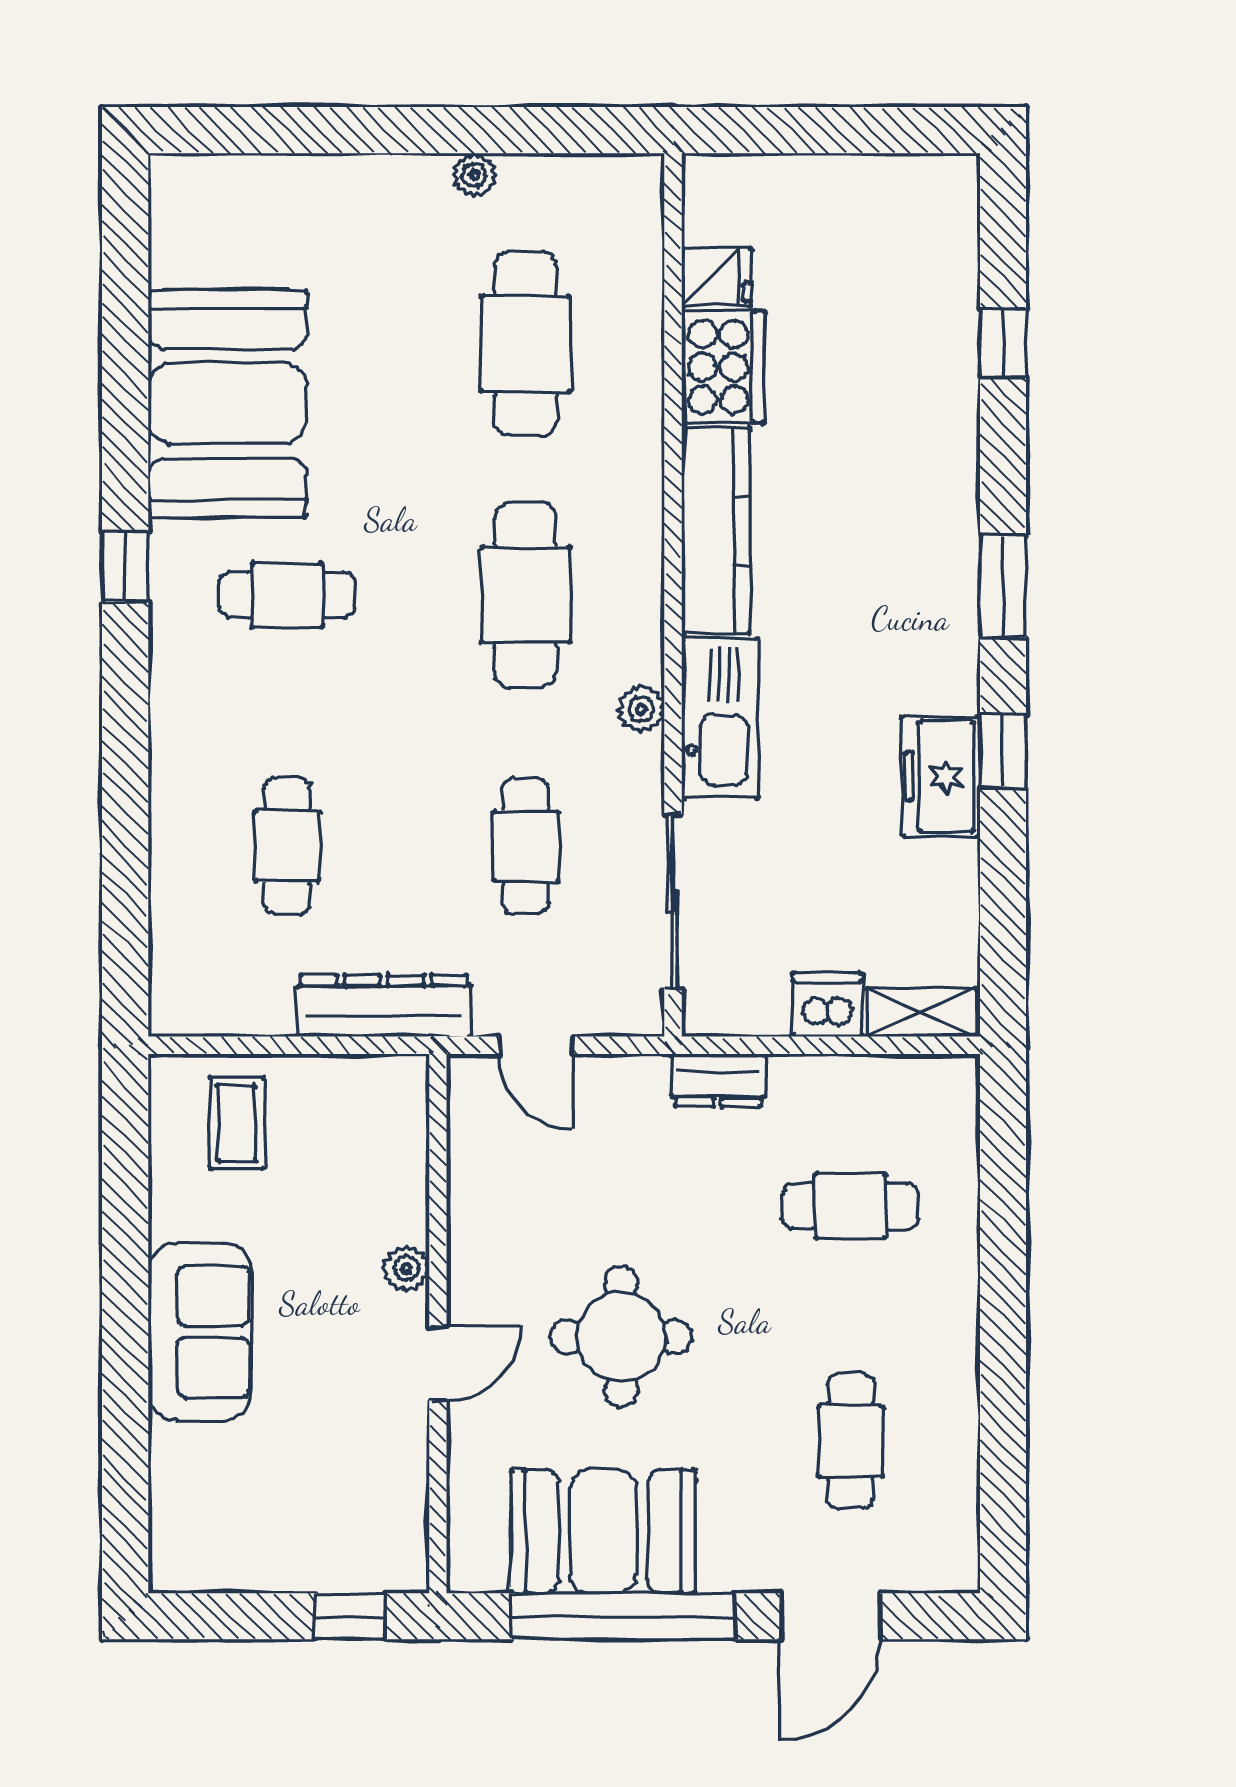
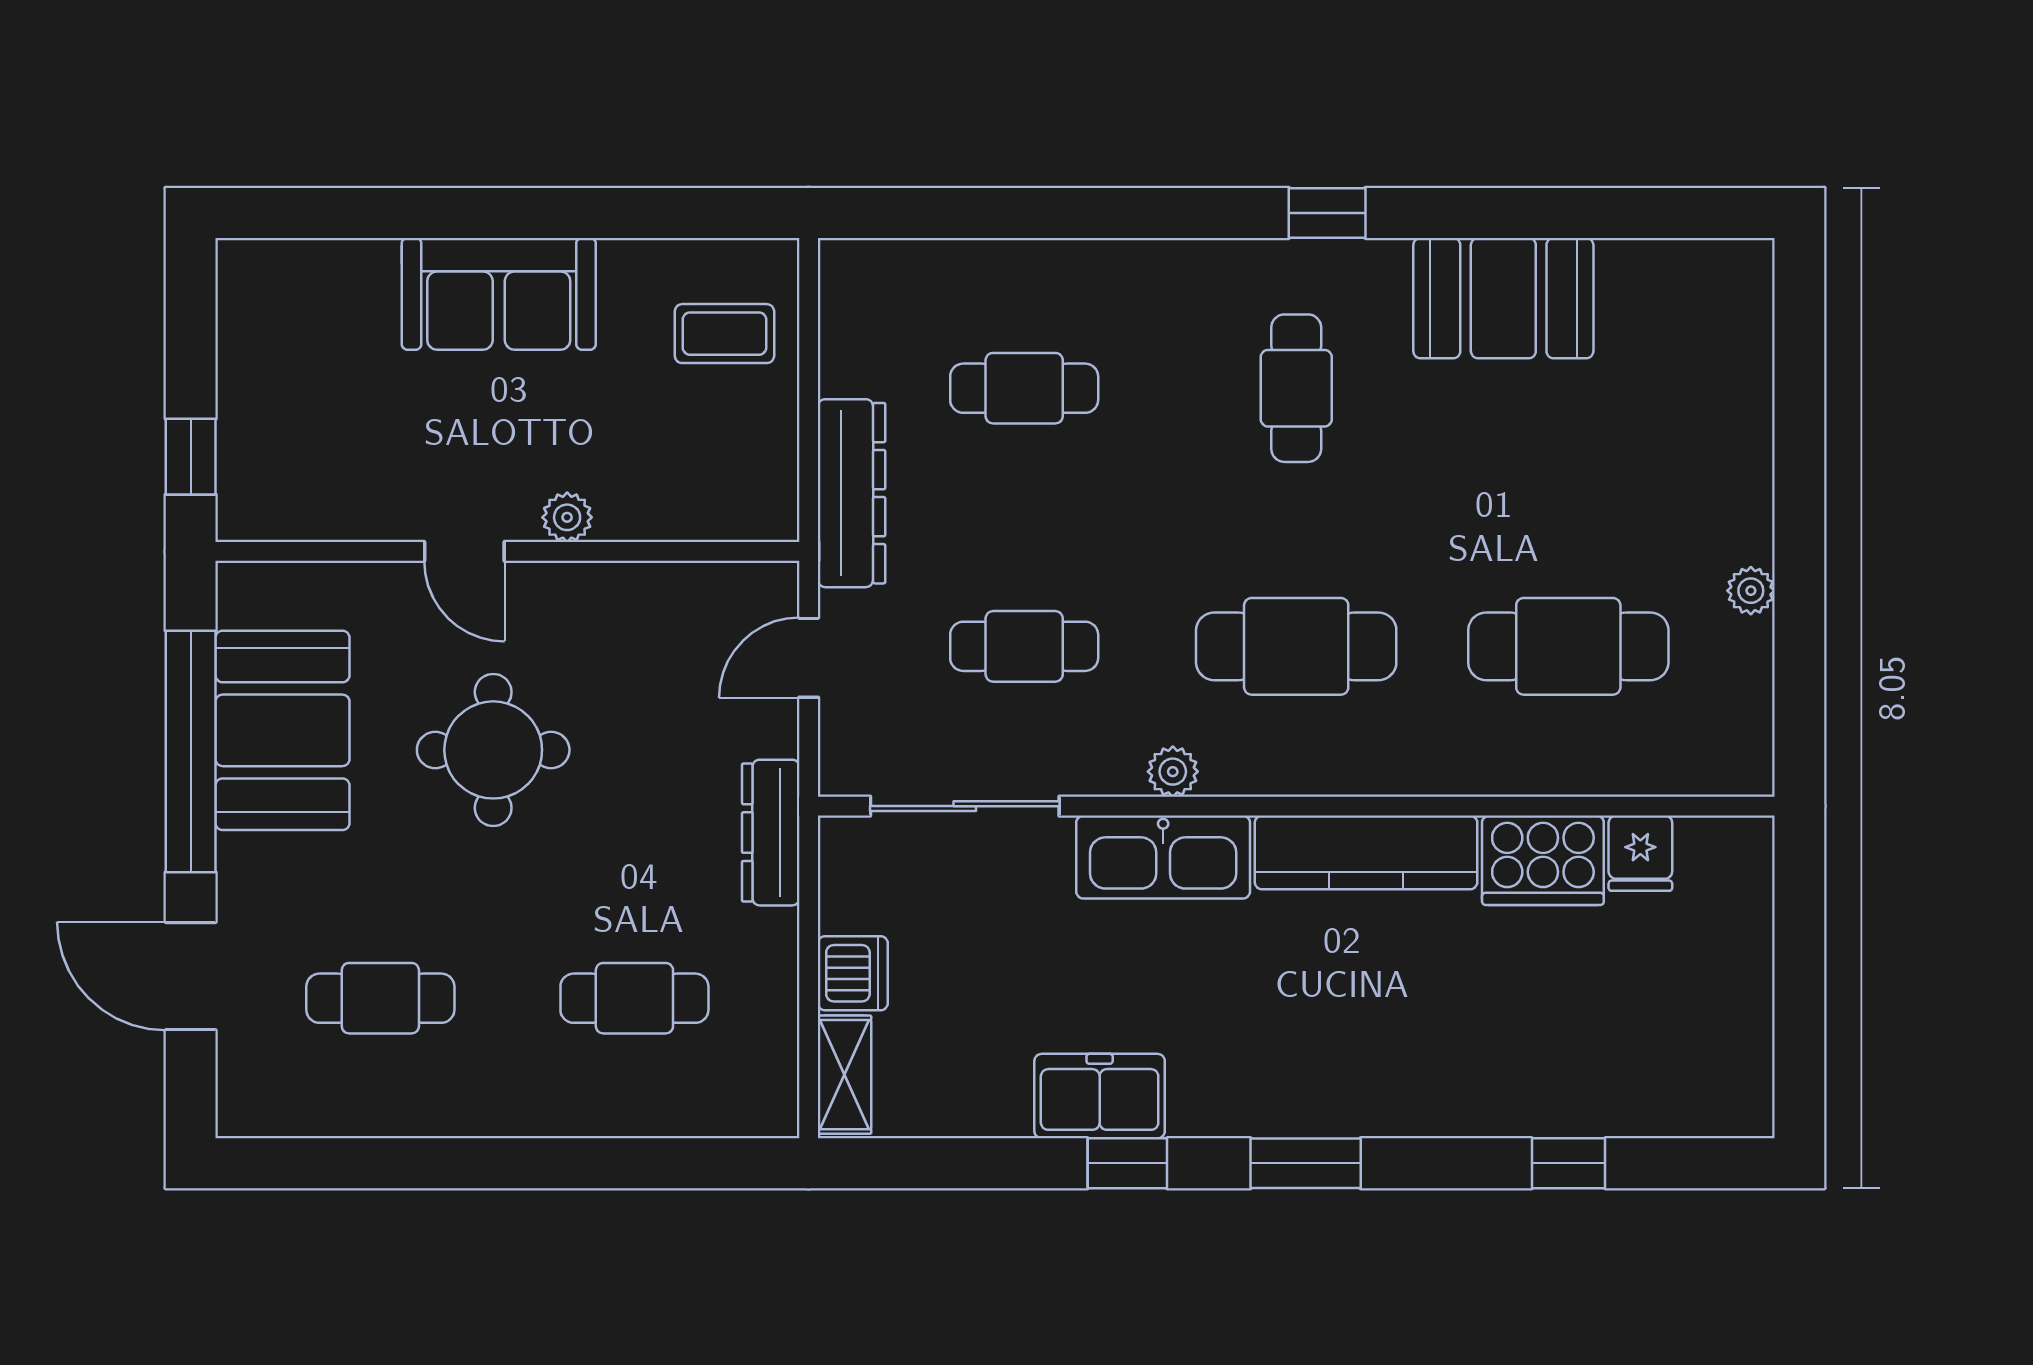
booth: (227, 404) -> (1503, 298), width x0.73, depth x0.70
dresser: (718, 1080) -> (771, 833), width x1.44
cafe table: (851, 1206) -> (634, 998), turned 90

